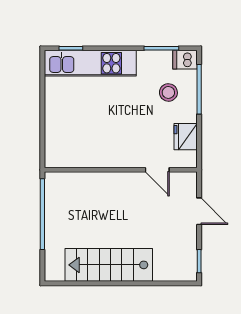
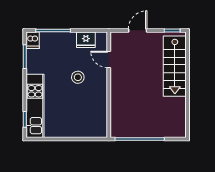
stool: (168, 92) -> (78, 77), moved
door: (157, 170) -> (109, 59), swing flipped
stairs: (109, 265) -> (175, 66), moved

